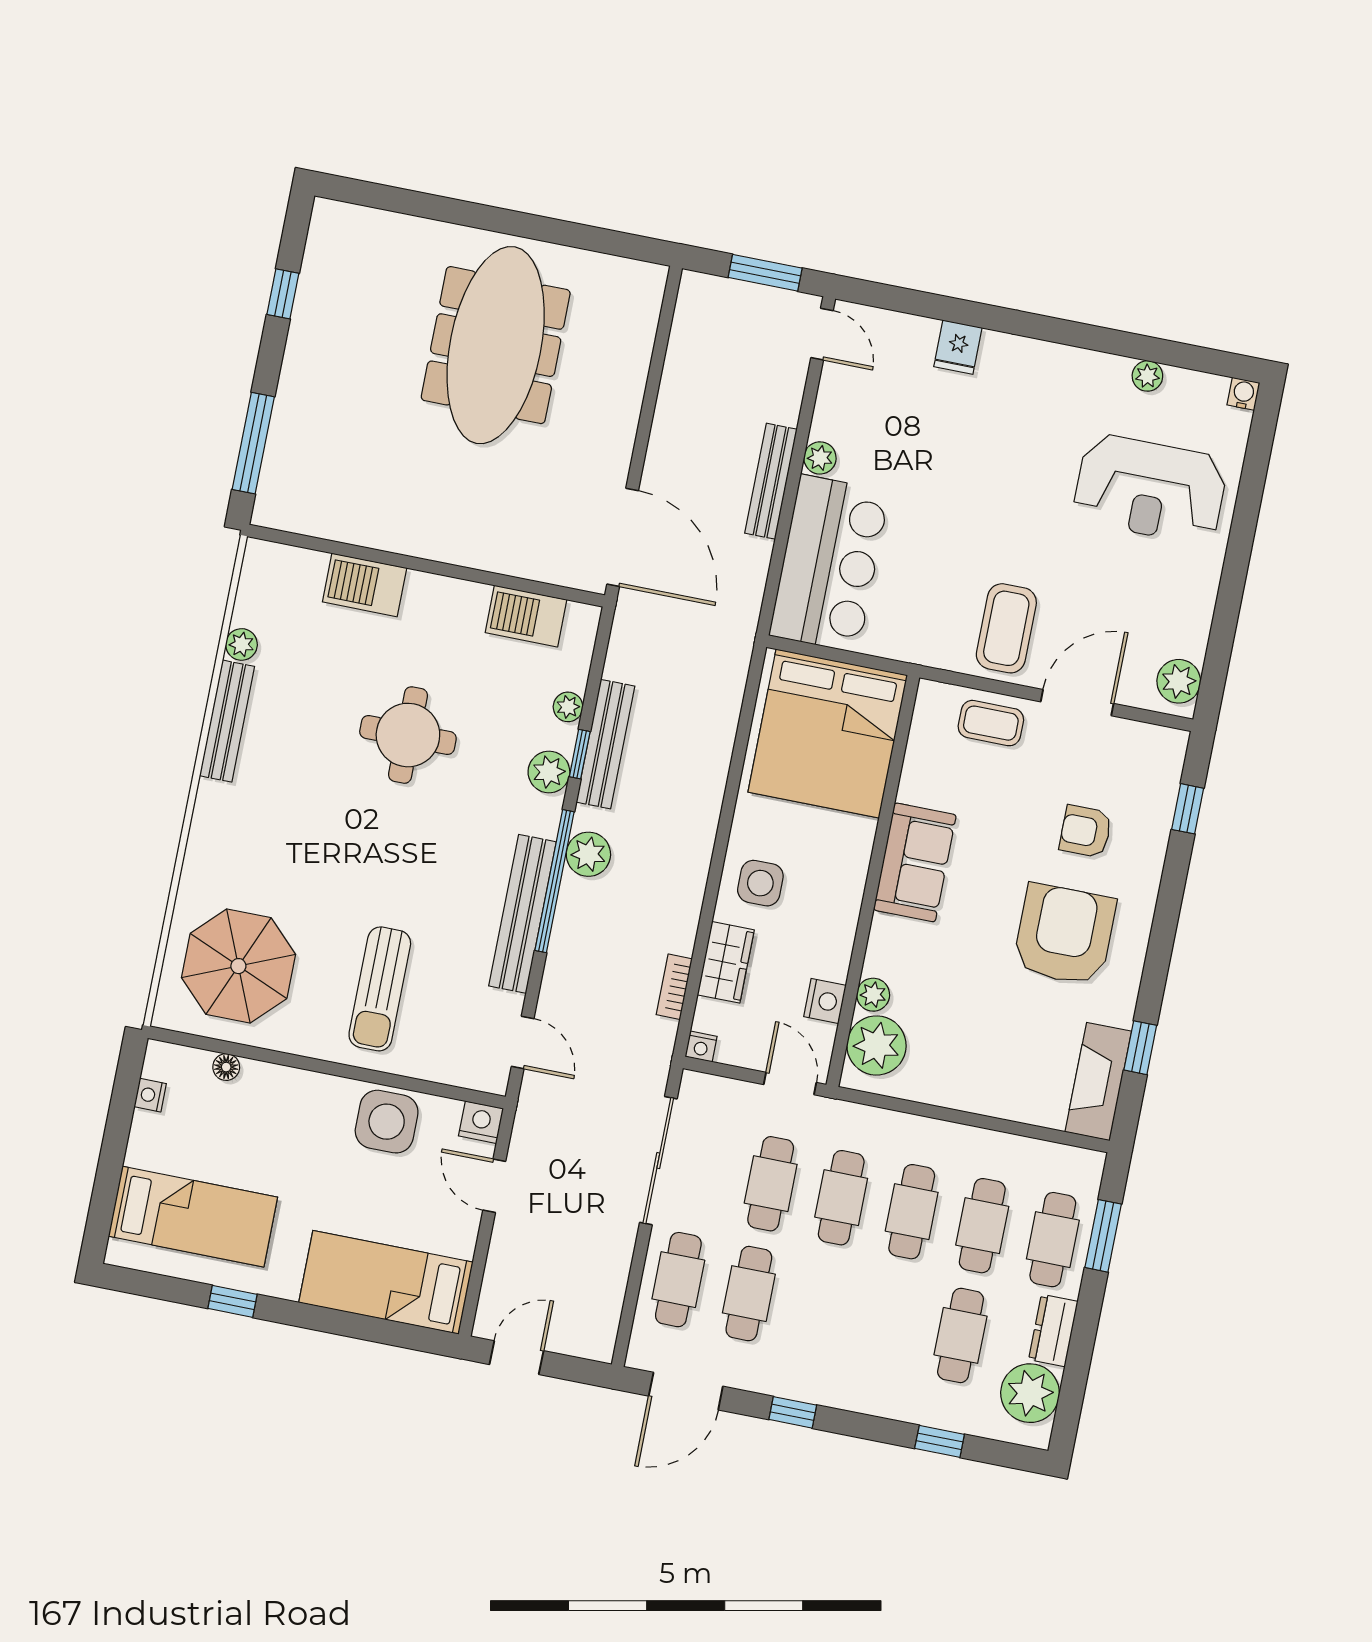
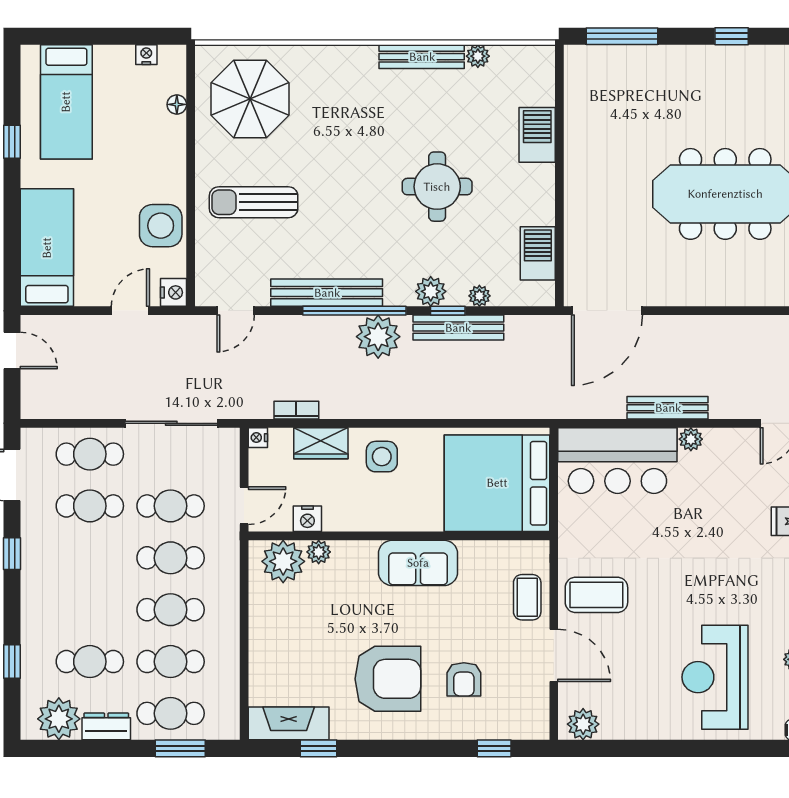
armchair: (1086, 831) -> (464, 679), turned 180
plant: (588, 854) -> (378, 337), width x1.36, depth x1.36

